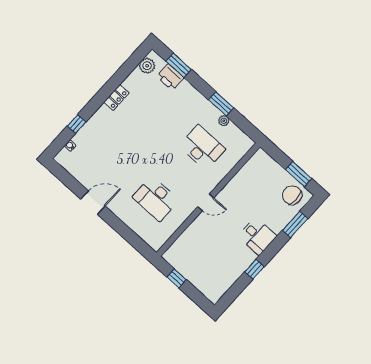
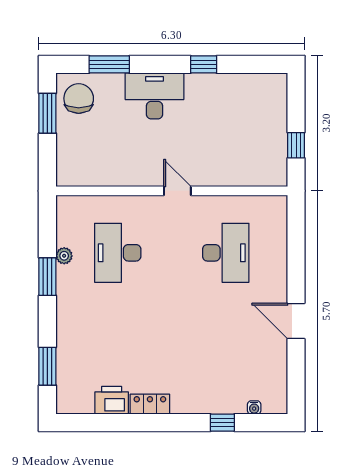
plant: (147, 66) -> (81, 402), removed
printer: (170, 77) -> (112, 400), moved, turned -90
chair: (292, 195) -> (79, 98), turned 180
desk: (257, 236) -> (154, 96), width x1.37

